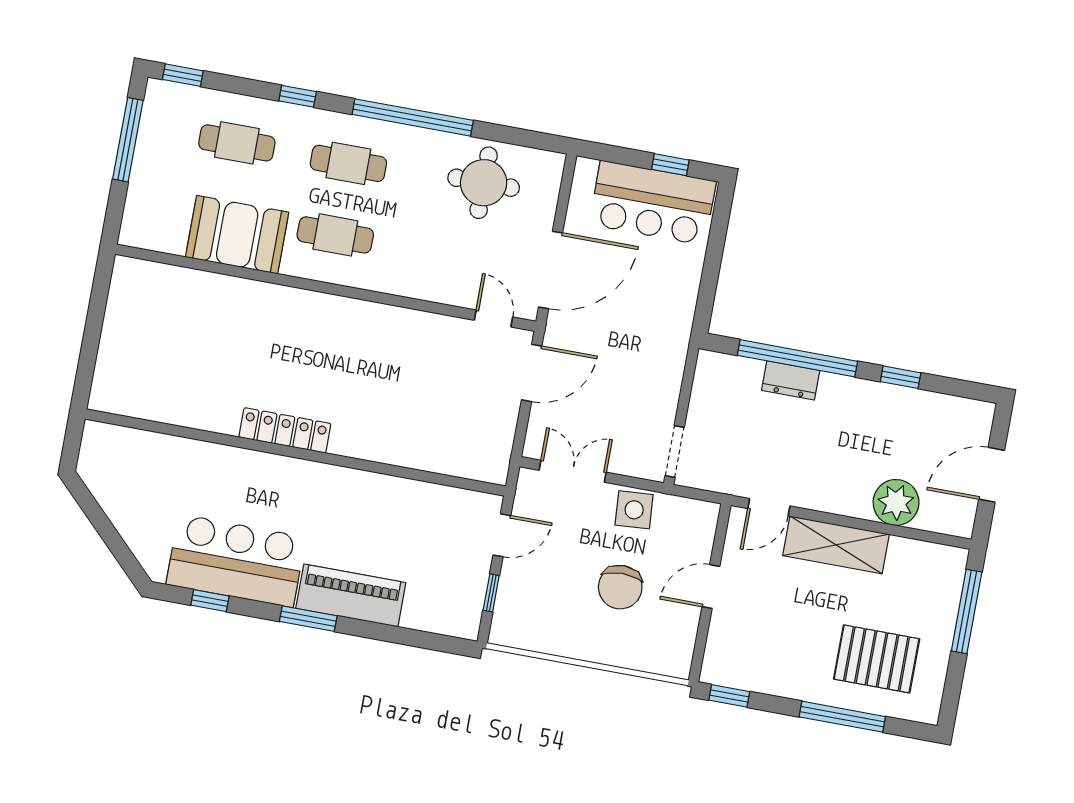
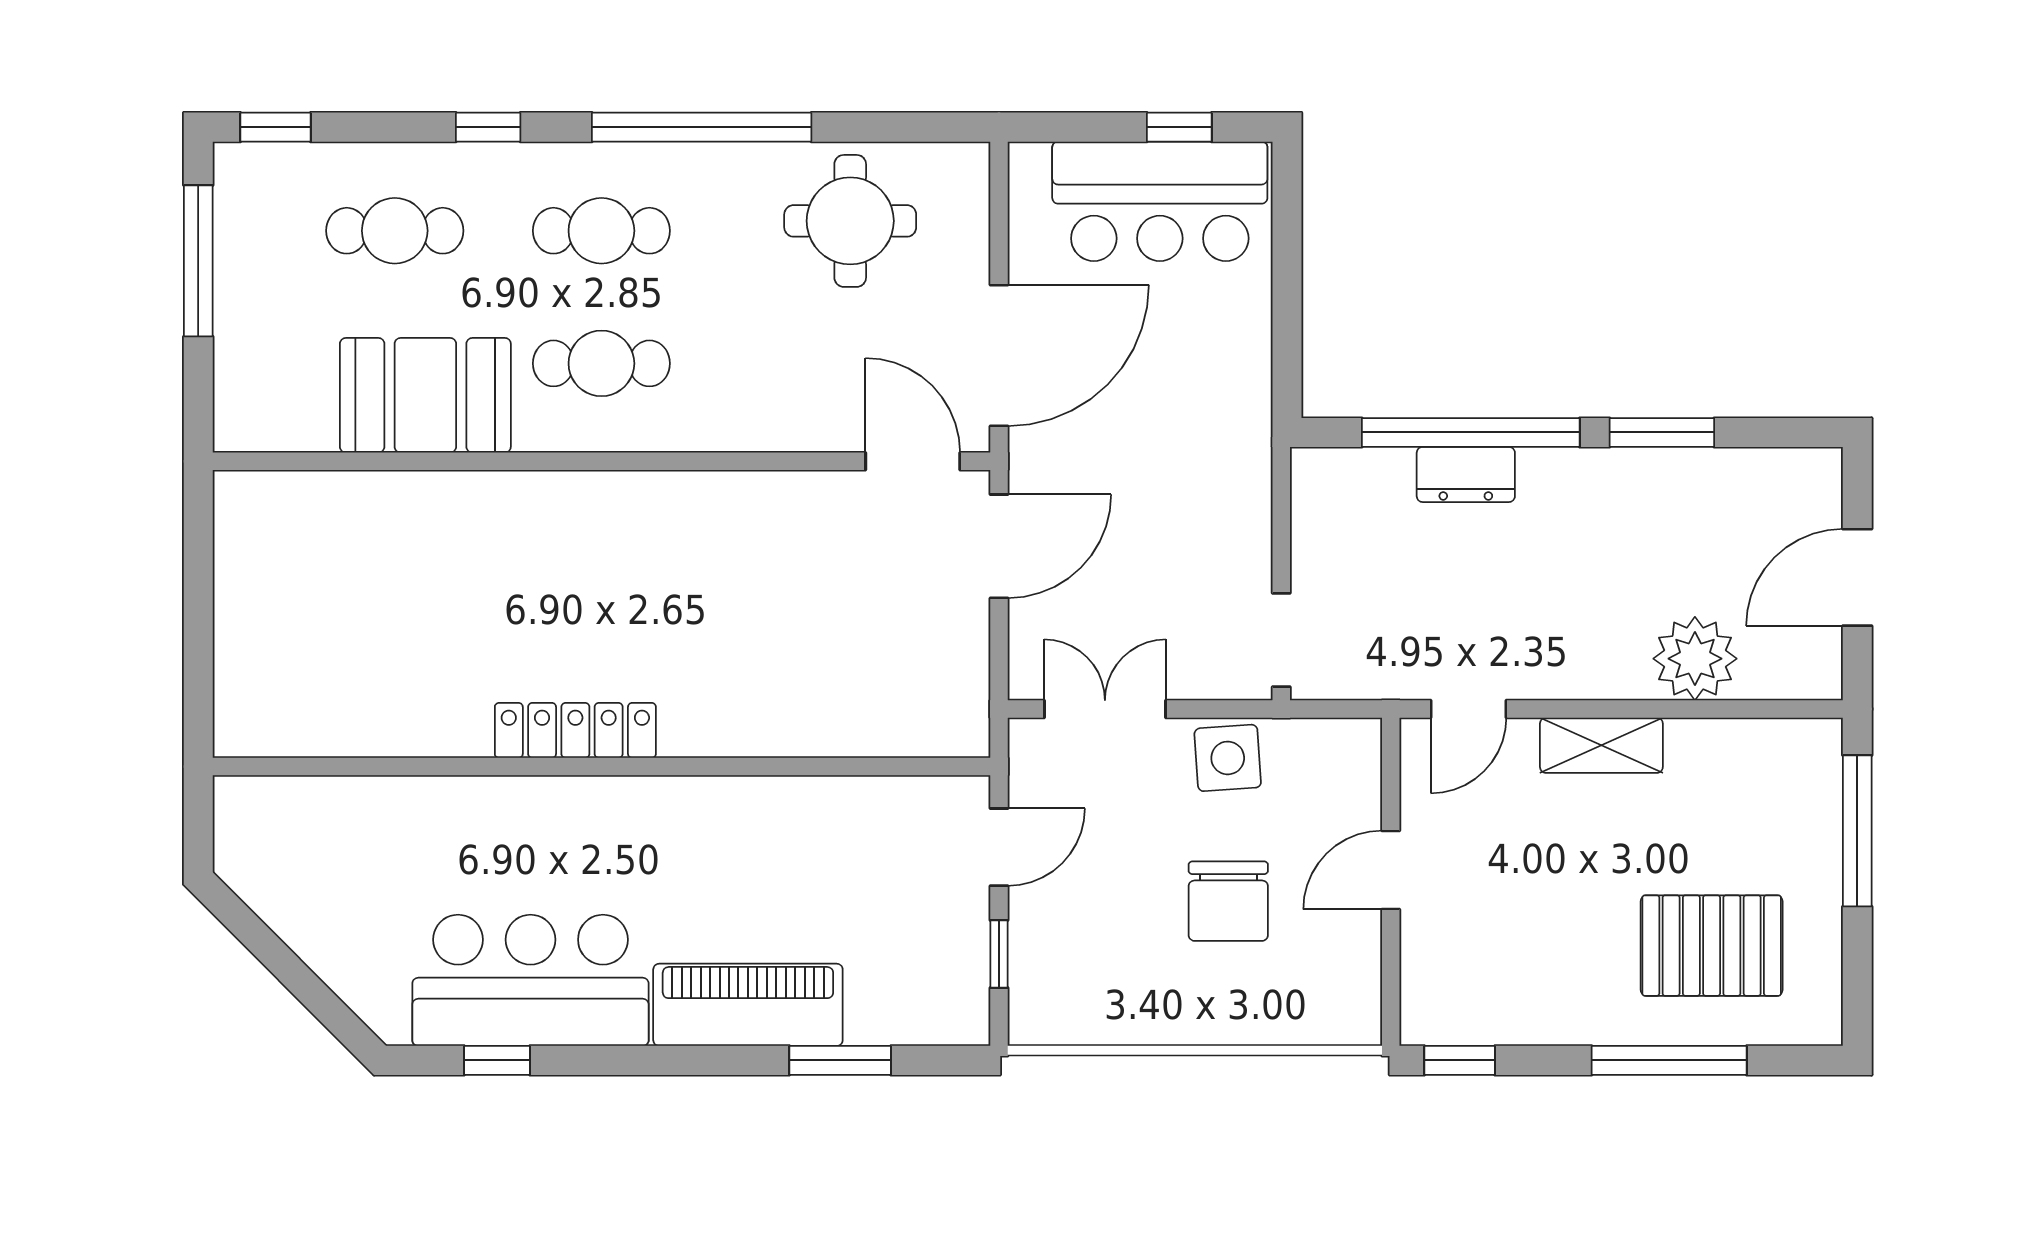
door: (494, 319) -> (913, 461), width x1.37
window: (901, 377) -> (1662, 432), width x1.50
shelving: (836, 545) -> (1601, 745), width x0.67, depth x0.75
window: (308, 619) -> (840, 1060), moved

